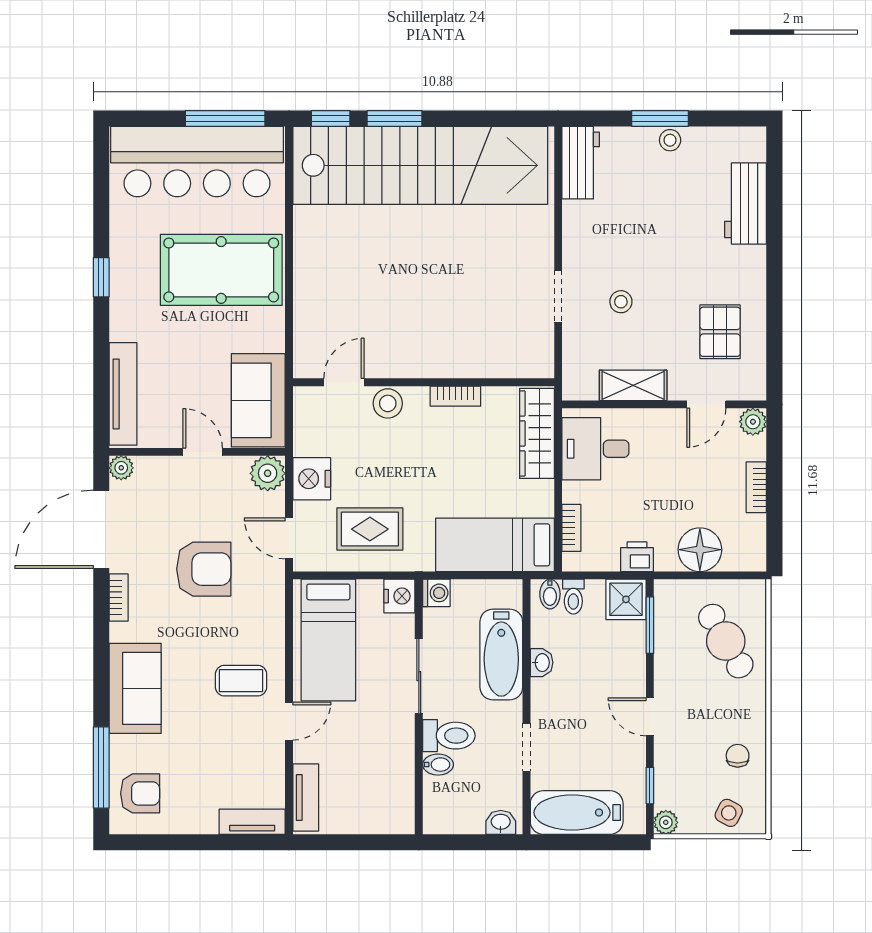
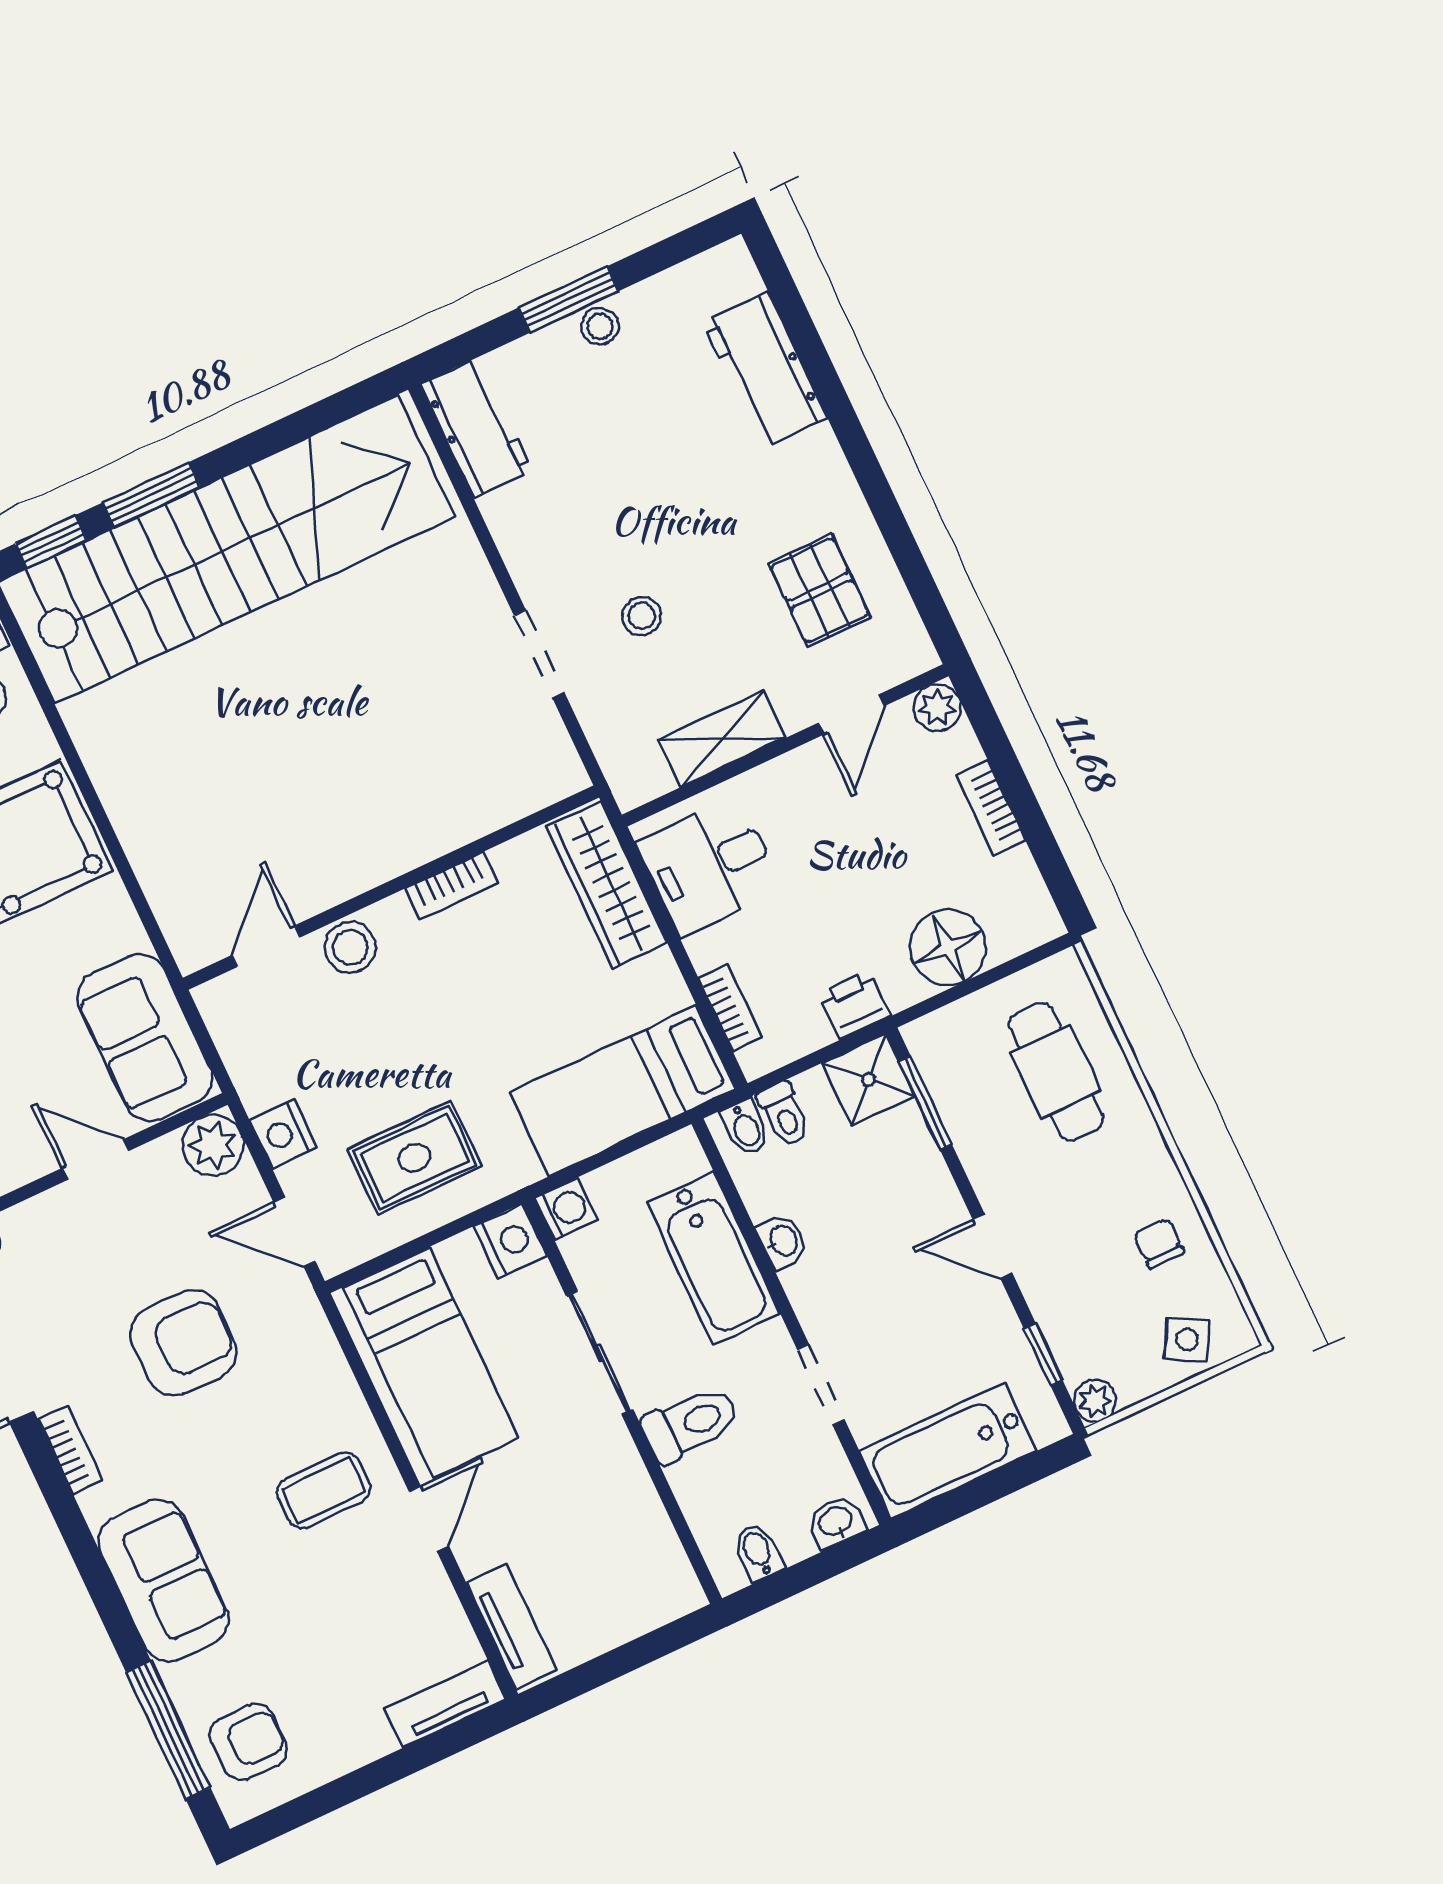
nightstand: (312, 479) -> (283, 1134), width x0.74, depth x0.75
cafe table: (726, 641) -> (1056, 1072), turned 30
bidet: (438, 765) -> (758, 1552), moved, turned -90

